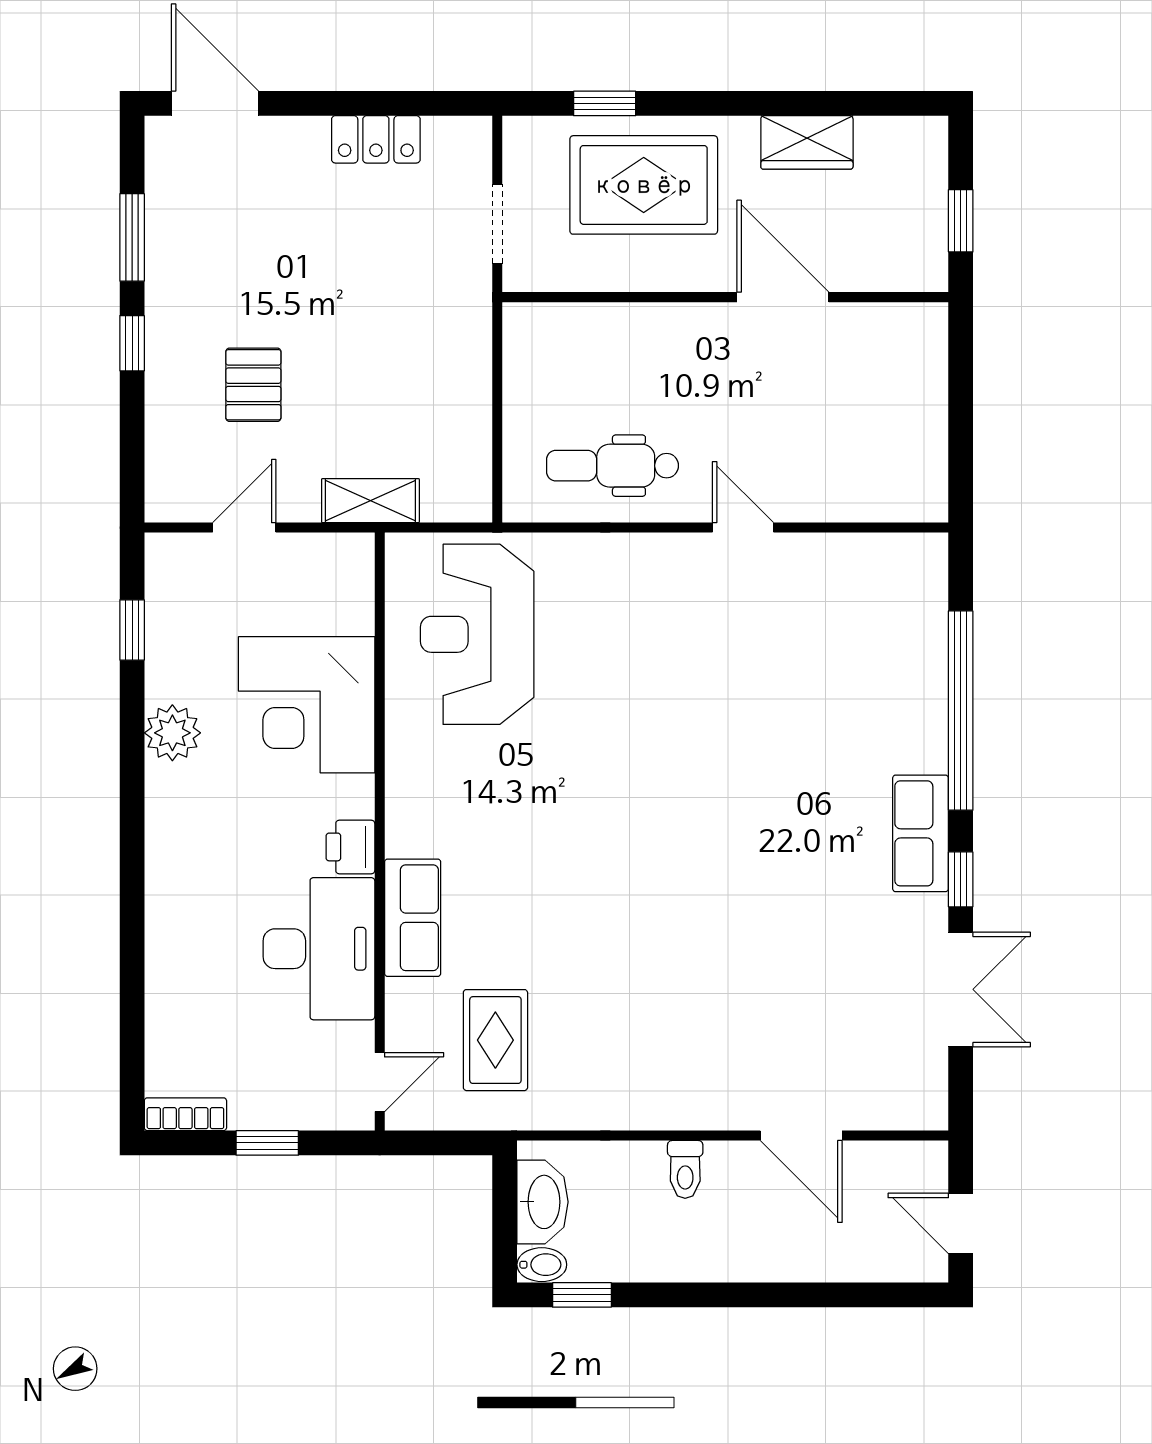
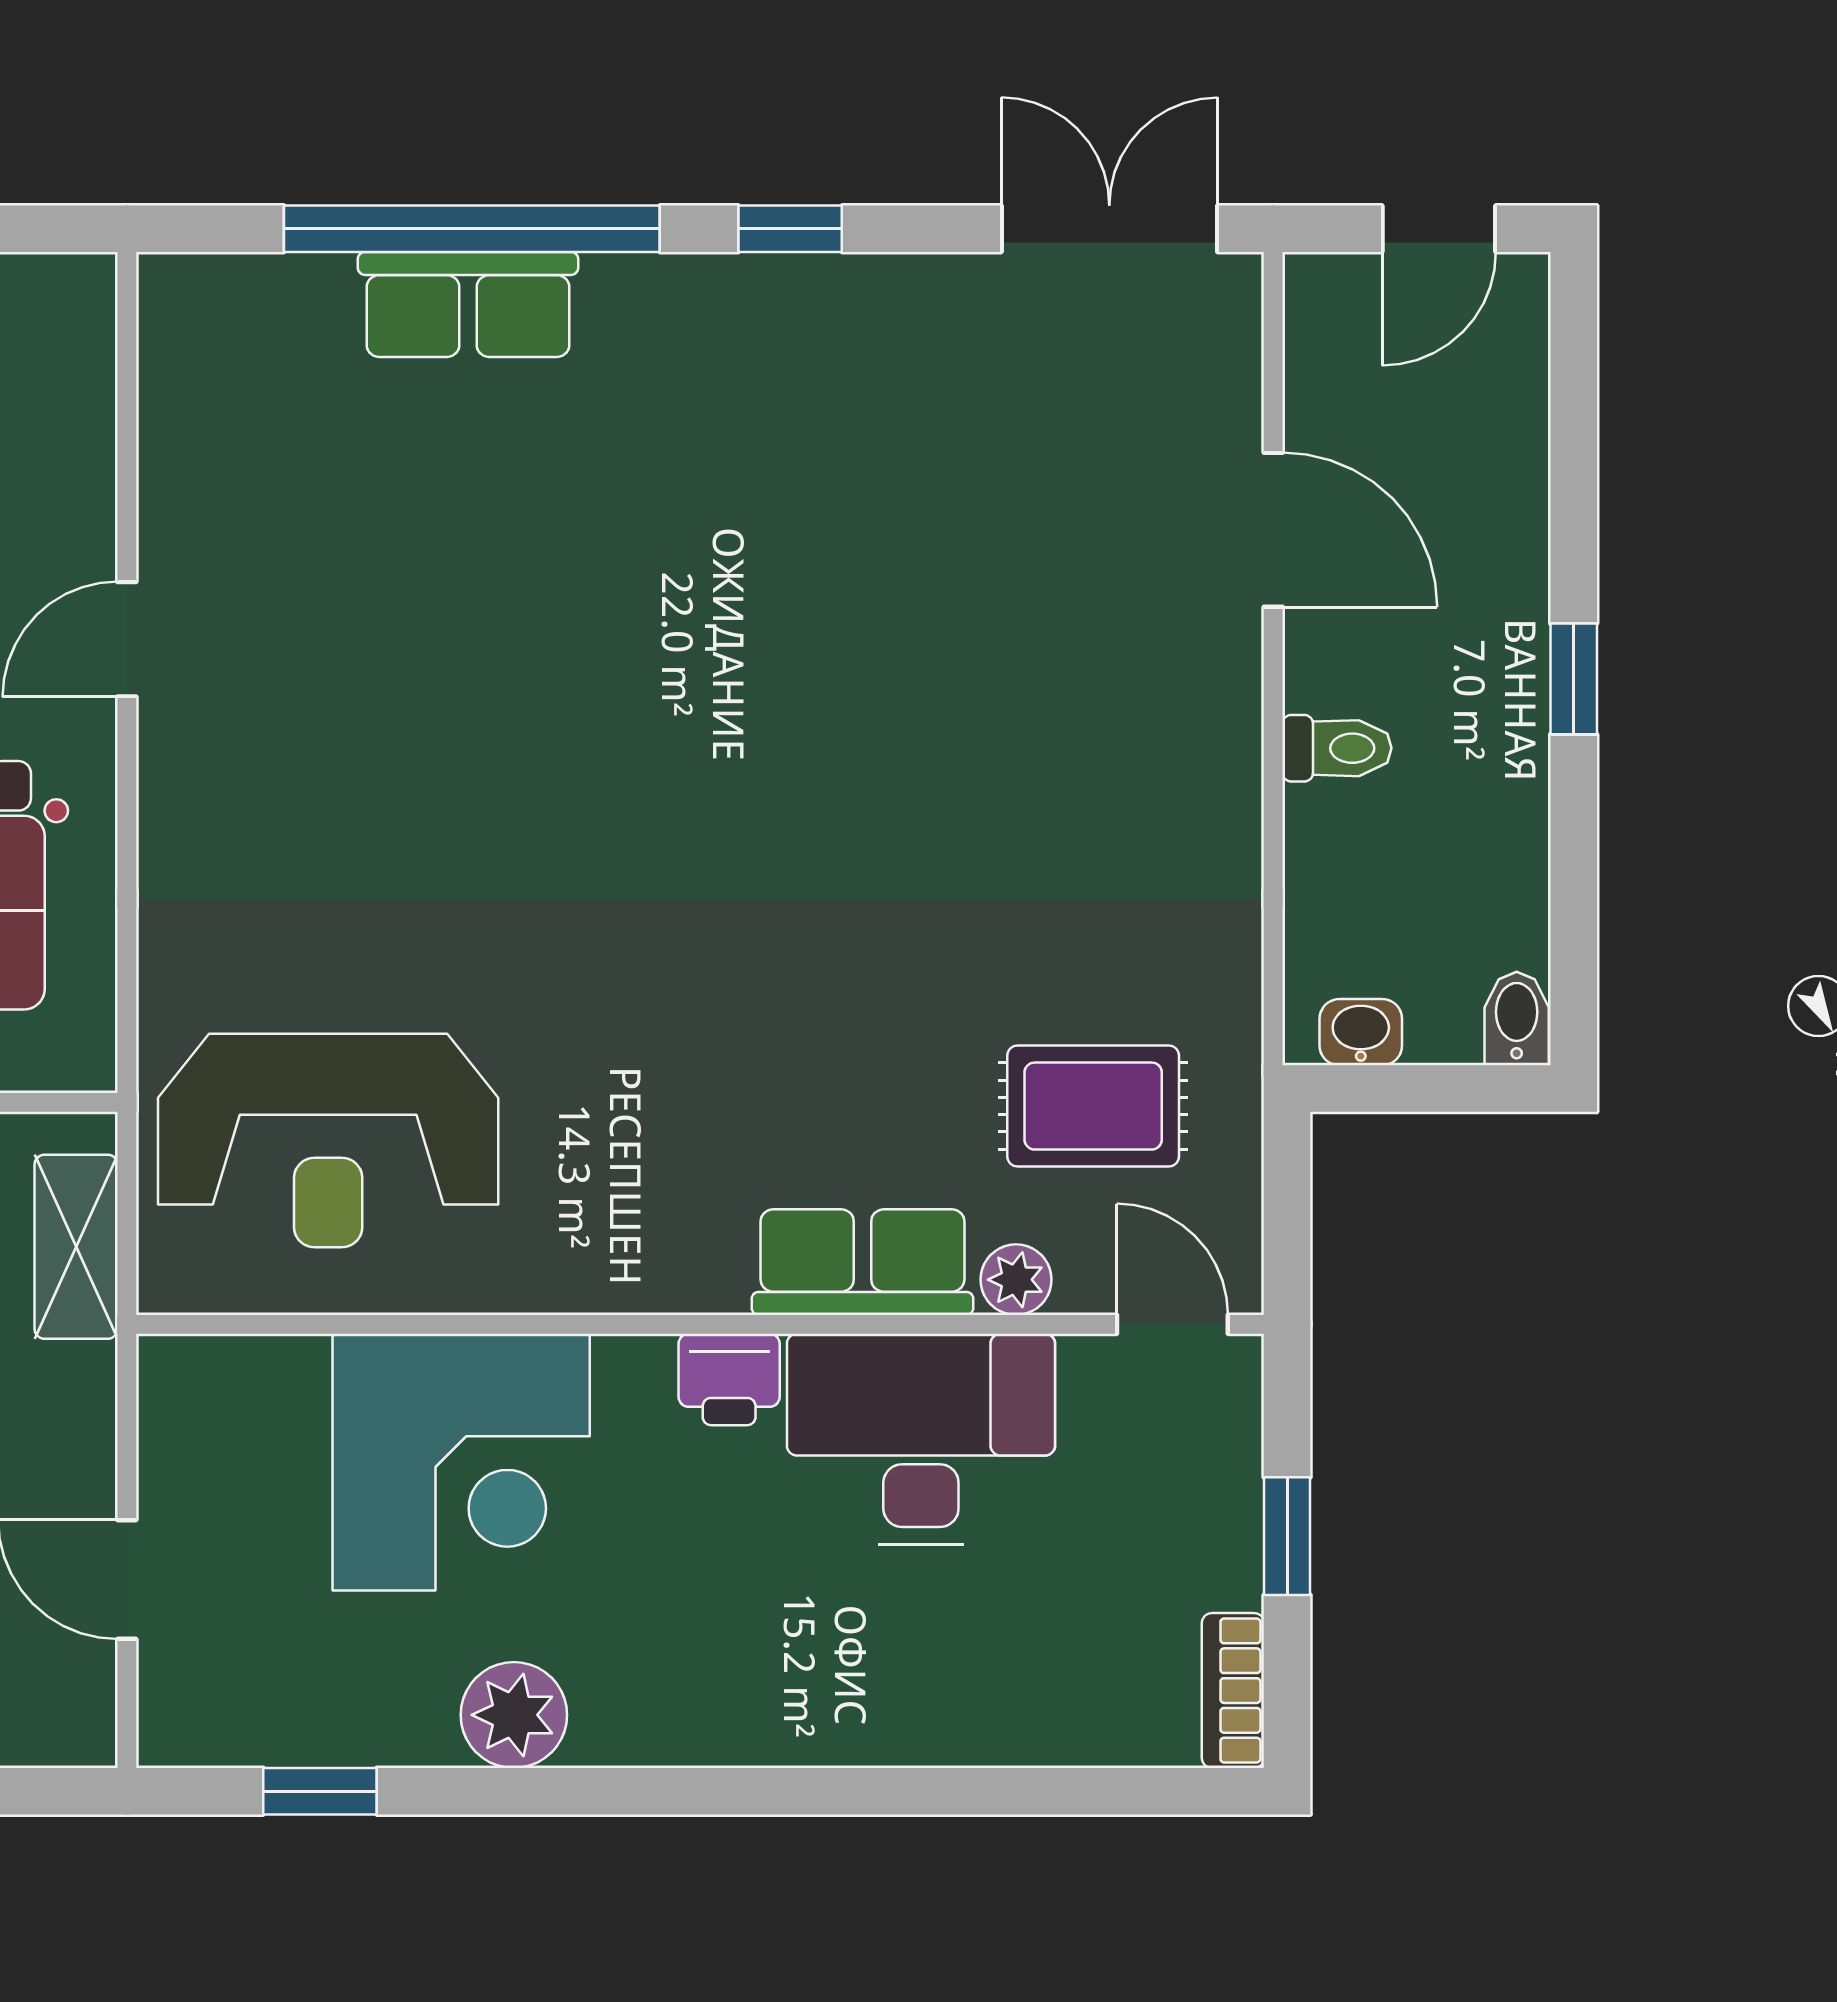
shelving: (370, 501) -> (76, 1247), moved
row of seats: (921, 833) -> (468, 304), moved
double door: (961, 989) -> (1109, 229), moved
plant: (403, 999) -> (1016, 1280), added
door: (801, 1136) -> (1273, 530), hinge flipped
washbasin: (543, 1202) -> (1361, 1032), width x0.52, depth x0.69
window: (582, 1295) -> (1574, 679), moved

